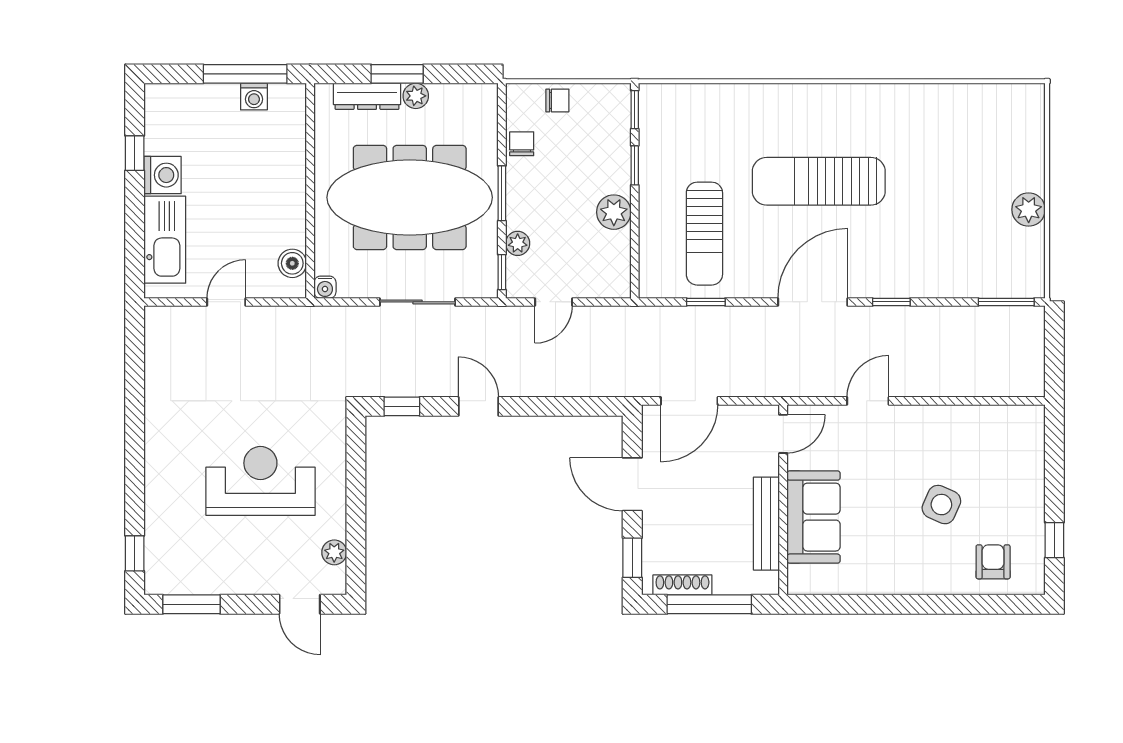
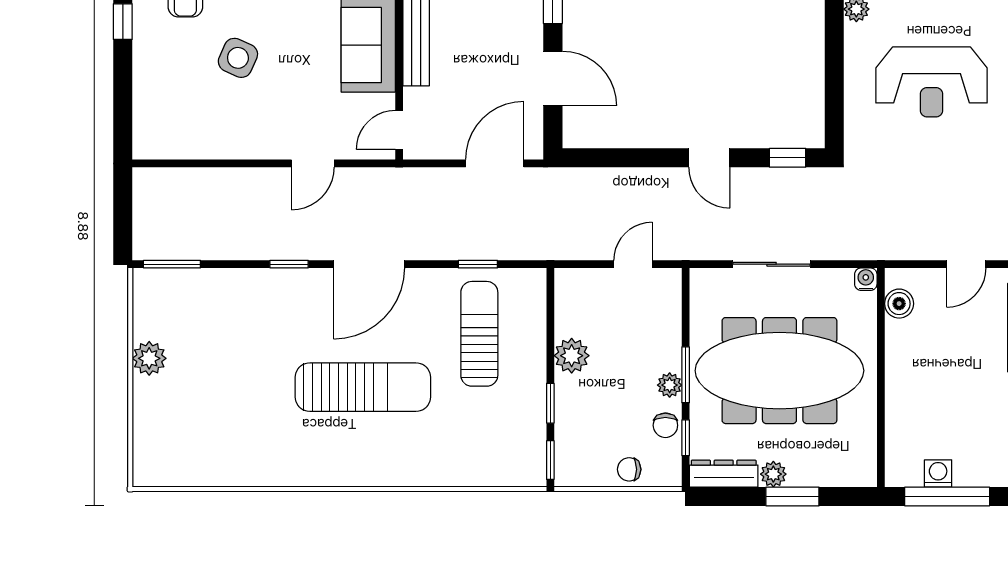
dresser: (367, 96) -> (724, 474), moved
plant: (518, 243) -> (670, 385), moved
window: (502, 272) -> (686, 438), moved

